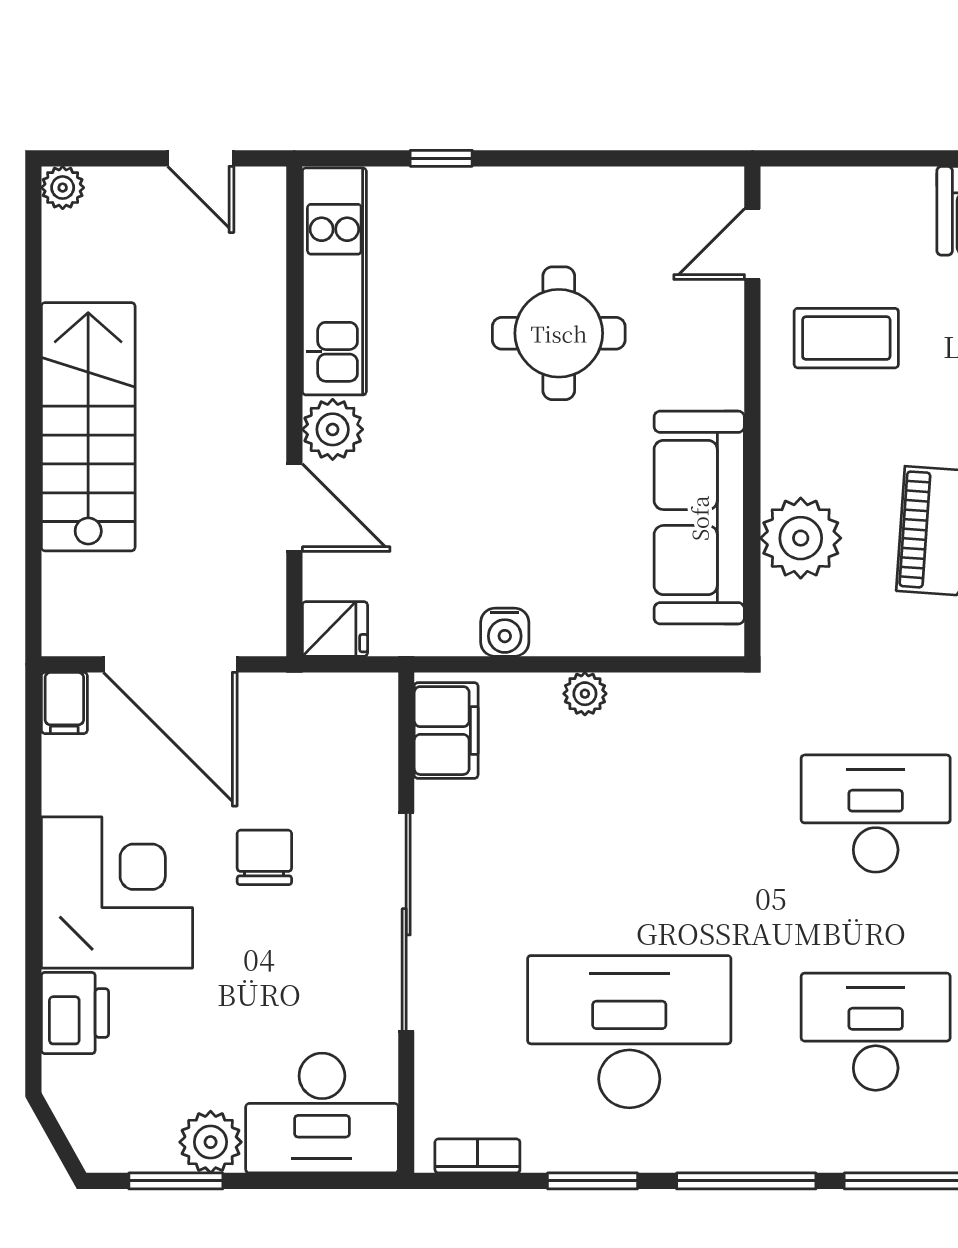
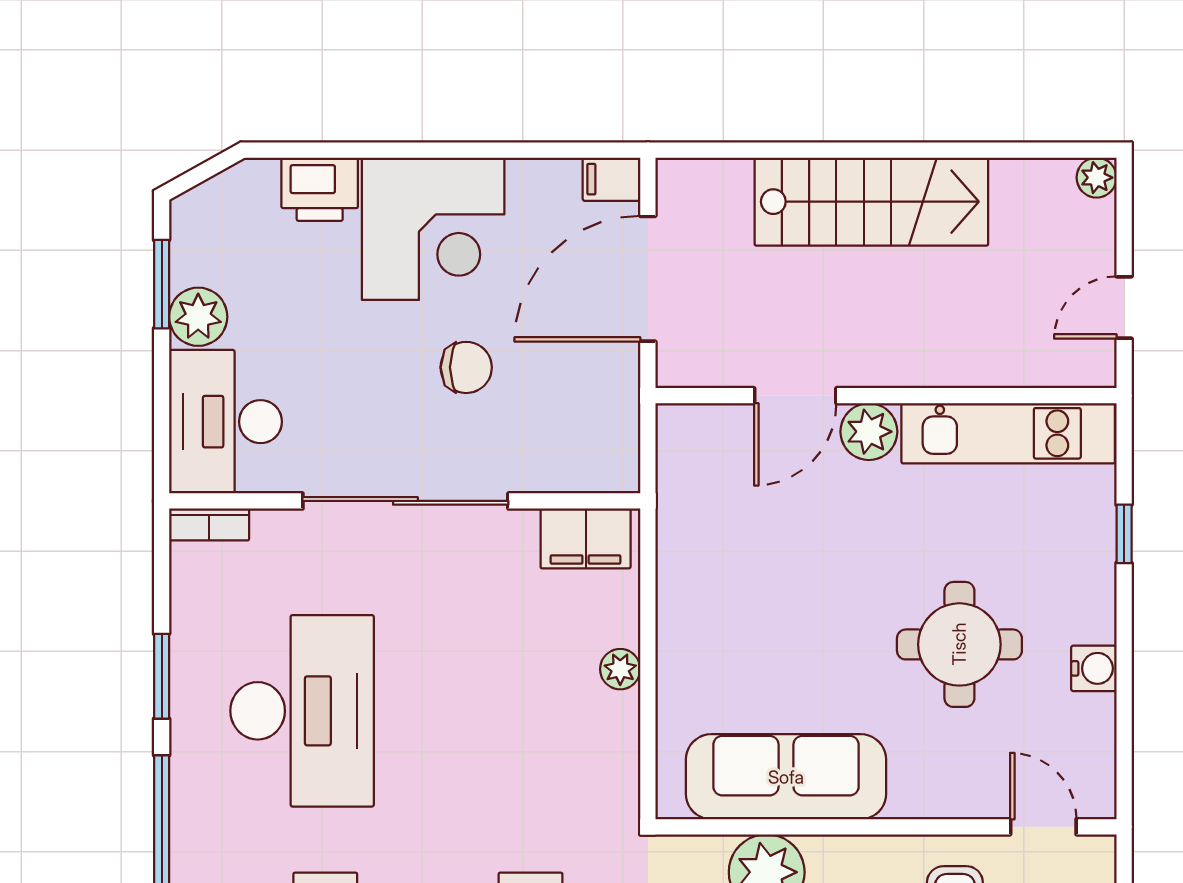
fridge: (335, 629) -> (681, 434), removed
water cooler: (505, 632) -> (1094, 668), moved, turned 180
bookcase: (477, 1156) -> (209, 524), moved, turned 90

